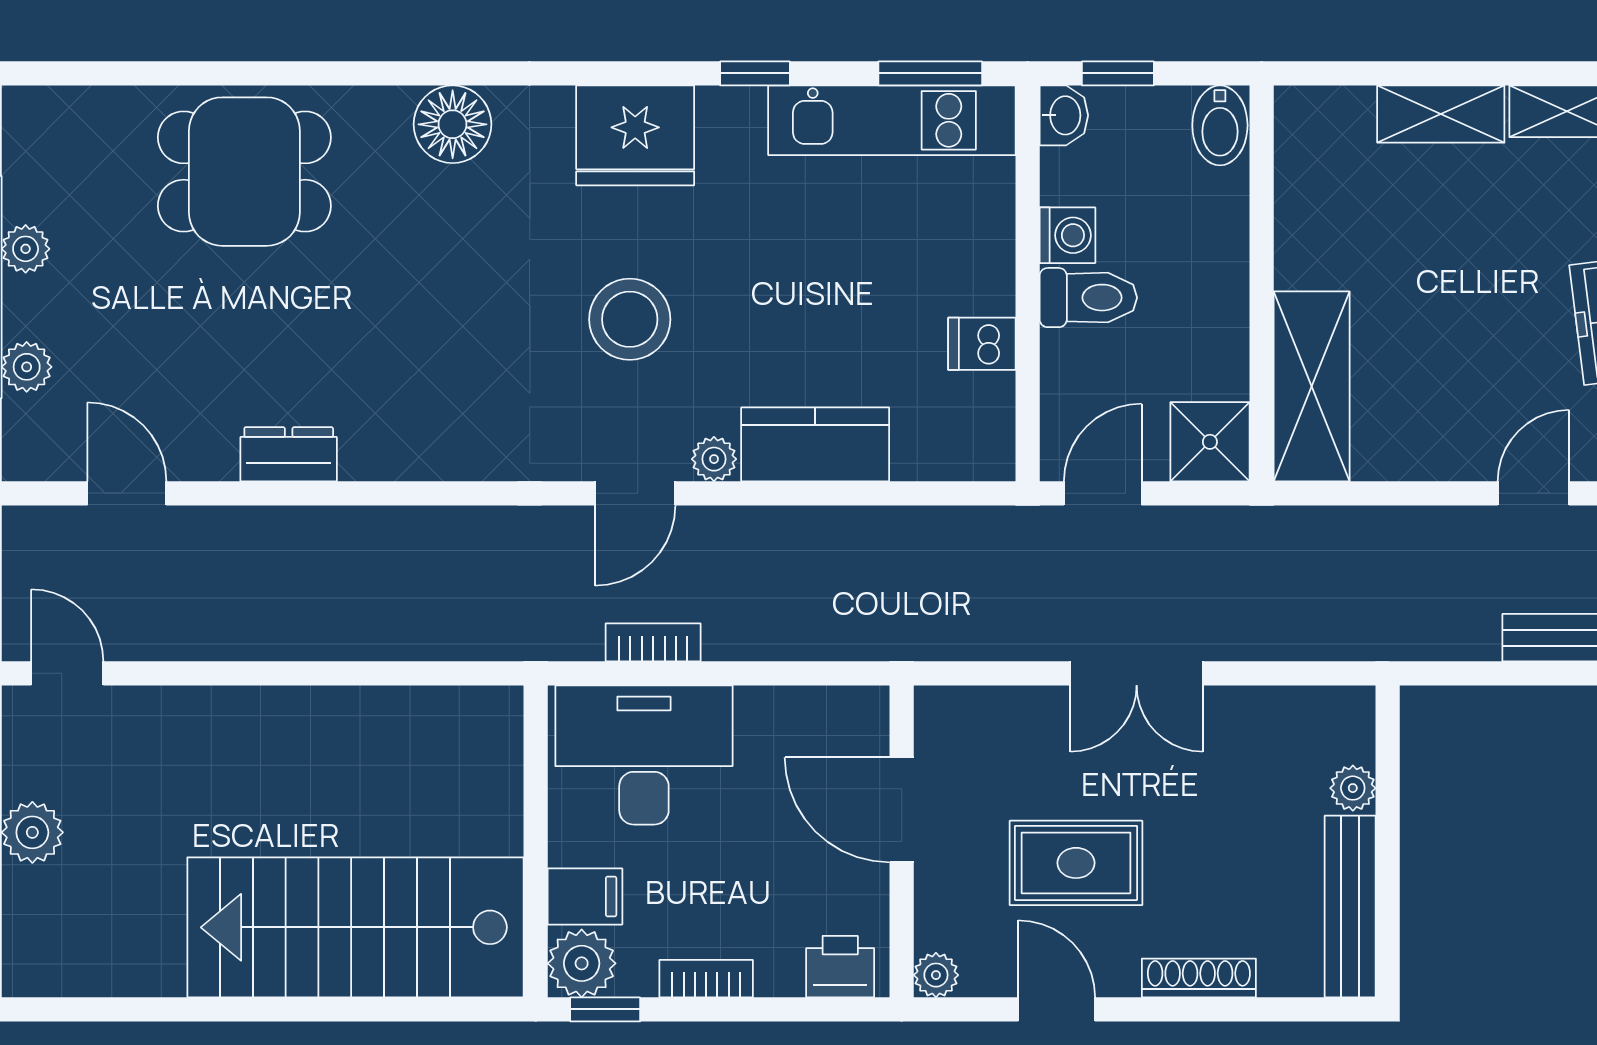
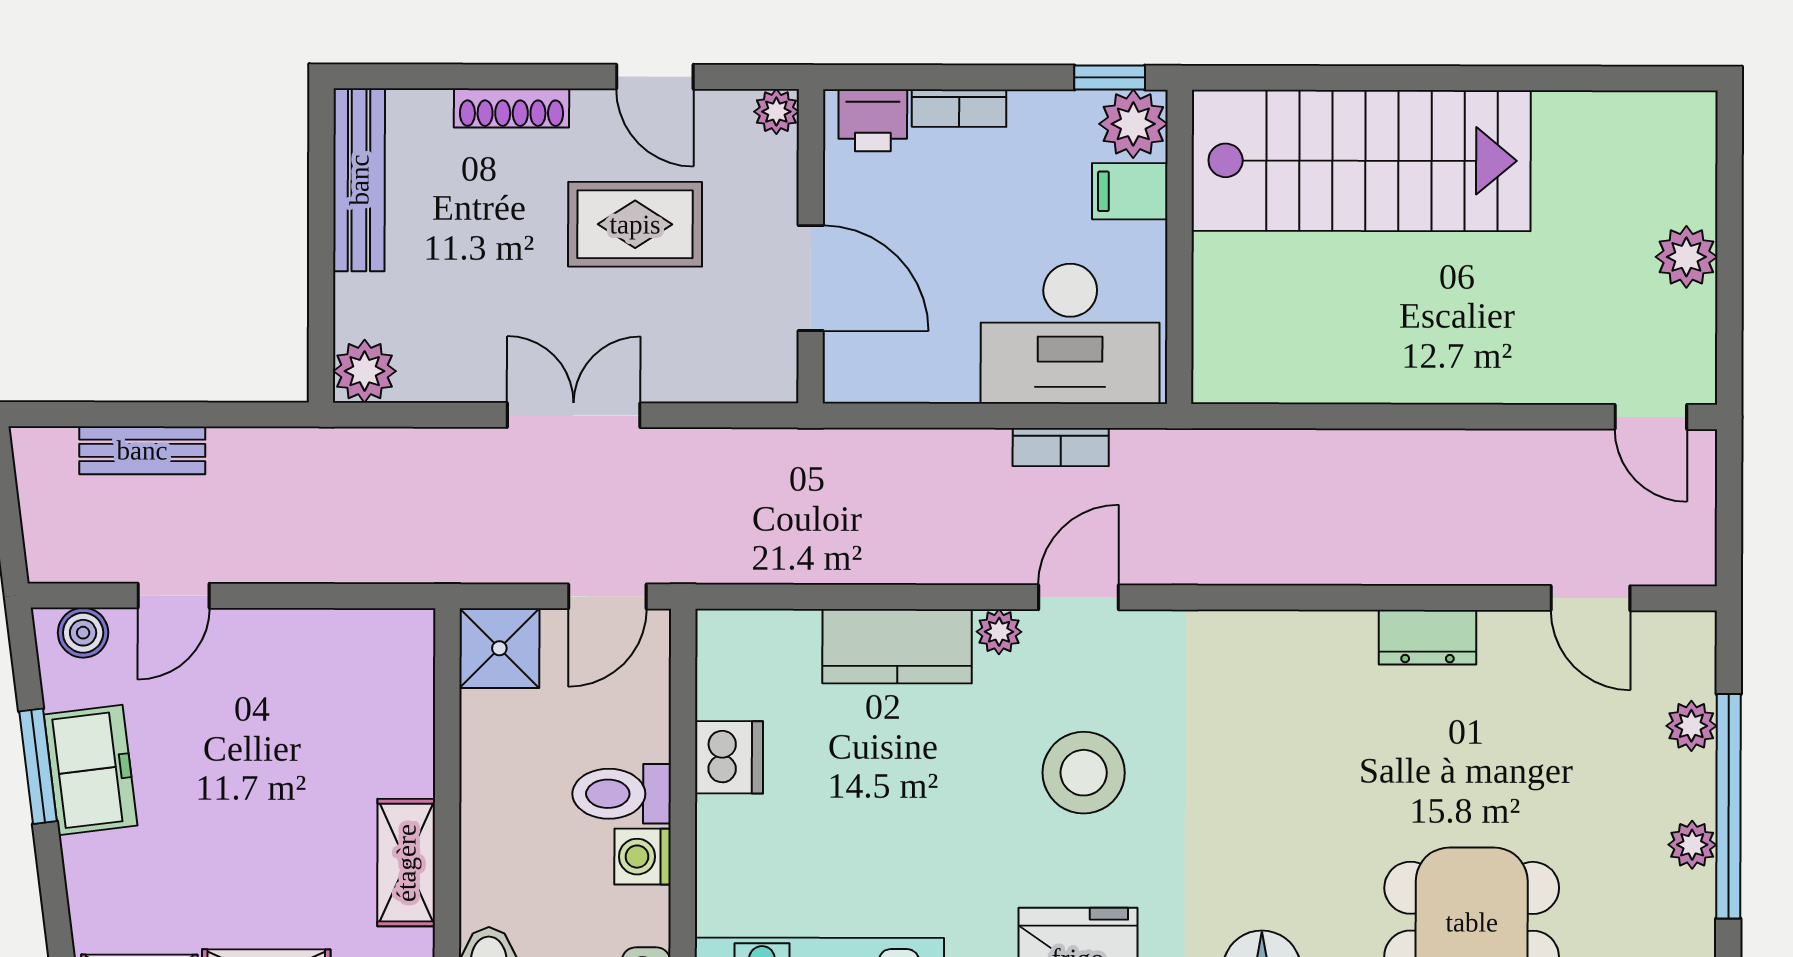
dishwasher: (982, 344) -> (729, 757), width x1.38
shelving: (1312, 386) -> (406, 863), moved, width x0.67, depth x0.75
plant: (1353, 788) -> (365, 371), moved, width x1.38, depth x1.38
bookcase: (706, 979) -> (959, 108), moved

